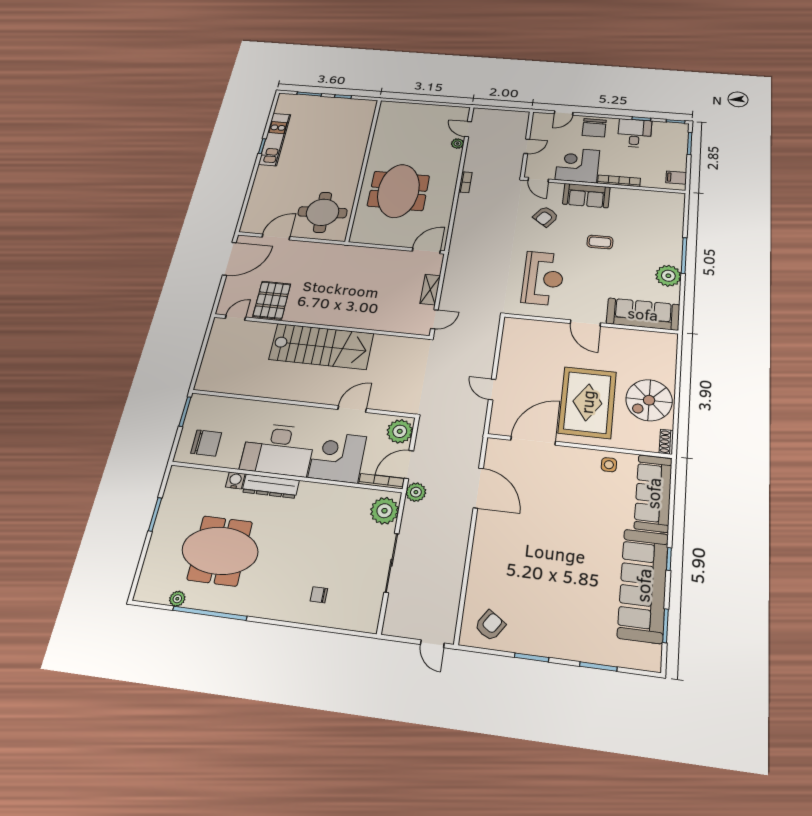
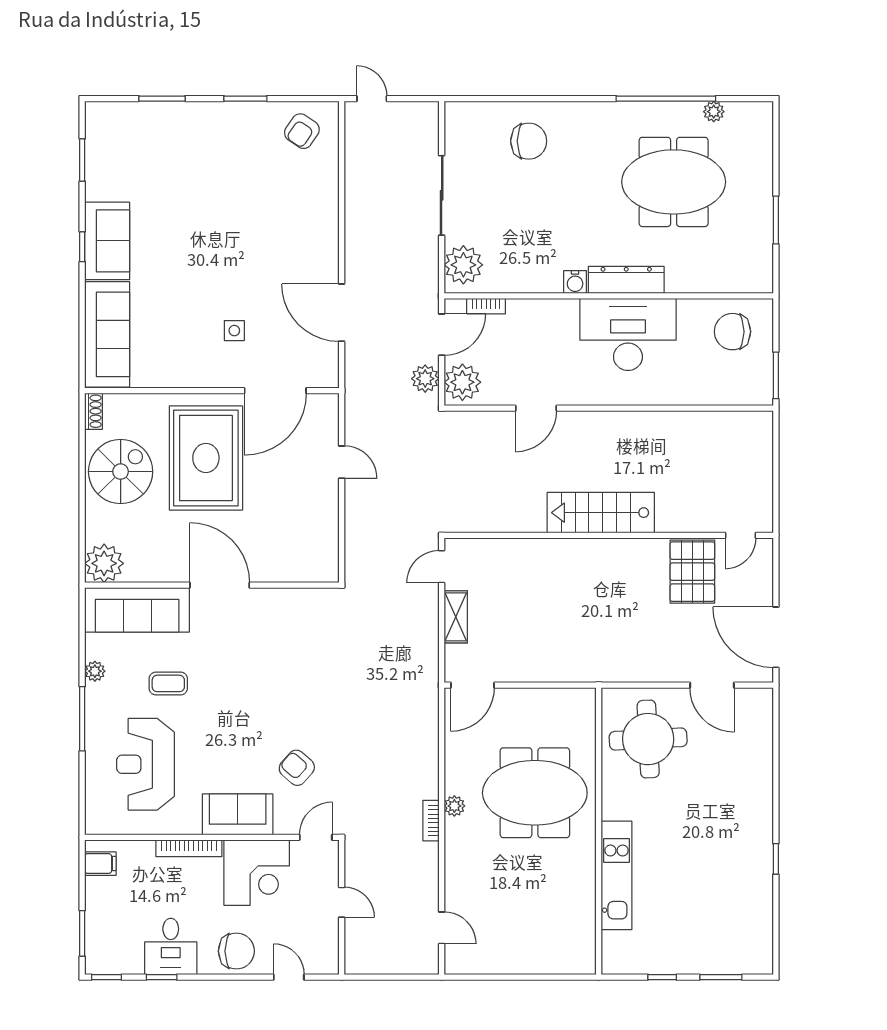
door: (564, 113) -> (289, 977), hinge flipped
chair: (594, 128) -> (236, 951), turned 90
kitchen unit: (275, 139) -> (617, 875), moved, turned 180
plant: (457, 144) -> (454, 806), moved
door: (527, 146) -> (342, 902), swing flipped
door: (538, 180) -> (316, 837), hinge flipped
meeting table: (398, 191) -> (535, 793), turned 90
armchair: (546, 217) -> (297, 768), turned -85
door: (276, 237) -> (712, 685), hinge flipped
coffee table: (600, 242) -> (168, 683), moved
door: (229, 259) -> (776, 637), hinge flipped
plant: (668, 276) -> (95, 671), width x0.53, depth x0.53
reception desk: (543, 278) -> (145, 764), moved
door: (585, 323) -> (220, 585), width x1.36
plant: (664, 344) -> (104, 563), added
stairs: (321, 346) -> (601, 513), width x0.73, depth x0.66
corner desk: (337, 457) -> (543, 333), removed
side table: (609, 465) -> (234, 331), moved
water cooler: (235, 480) -> (575, 282), moved
bookcase: (381, 481) -> (486, 306), width x0.64
plant: (416, 492) -> (425, 379), moved
sofa: (643, 585) -> (107, 241), width x0.54, depth x0.79
chair: (319, 595) -> (529, 141), width x1.87, depth x1.87

